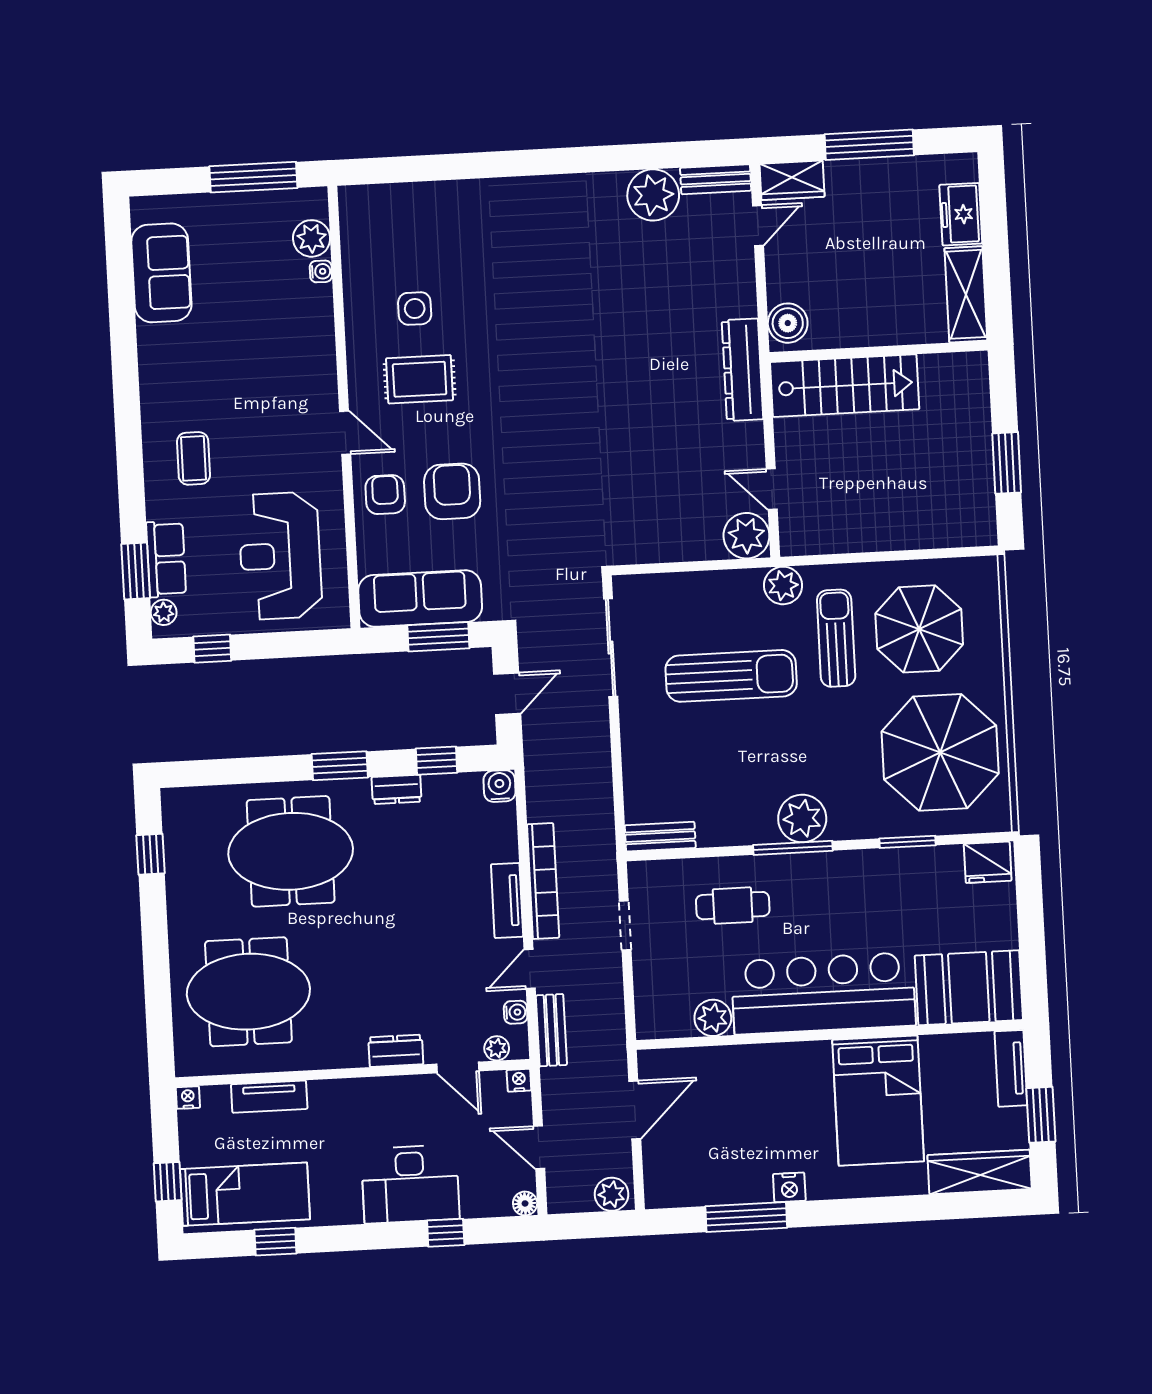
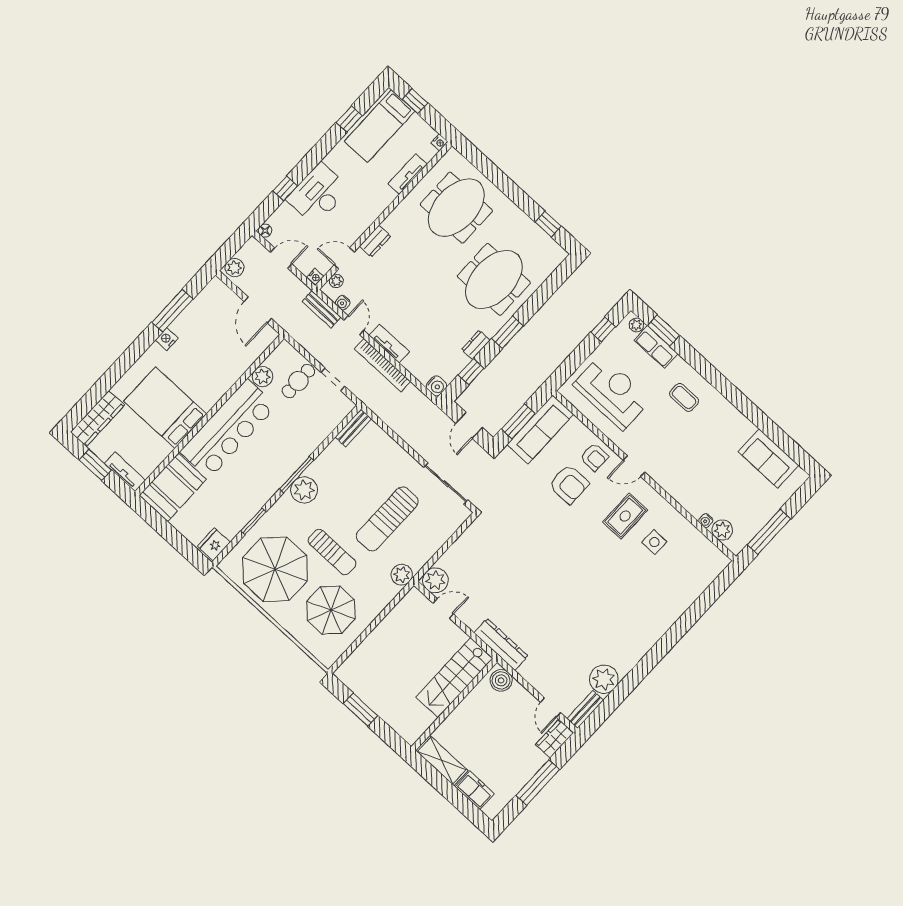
sun lounger: (836, 638) -> (332, 552), moved
cafe table: (733, 906) -> (298, 381), moved

